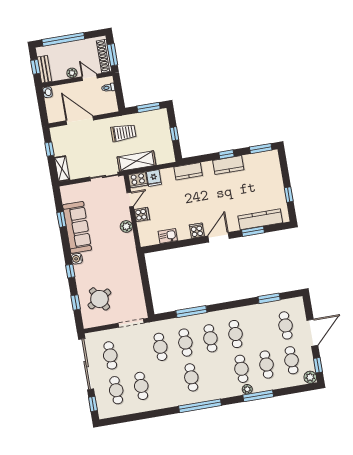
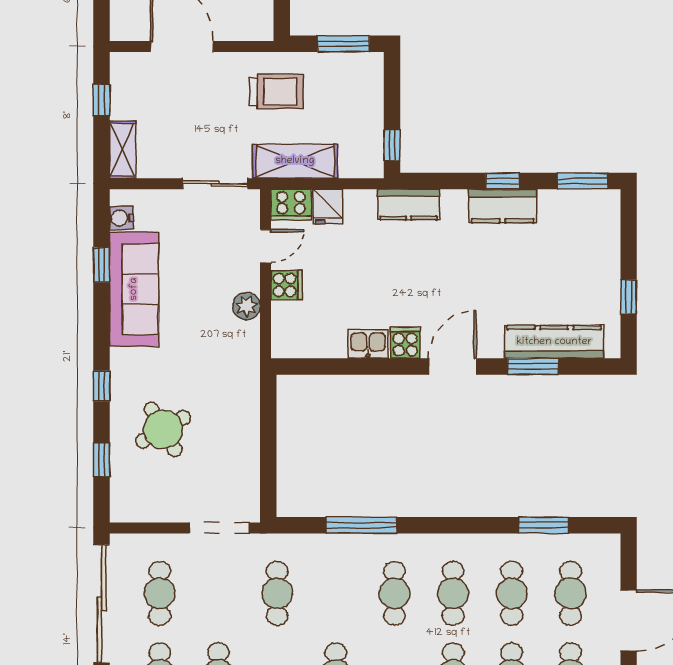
window: (174, 134) -> (392, 145), moved
kitchen sink: (168, 236) -> (368, 344), moved
water cooler: (77, 259) -> (121, 218), moved
round table: (99, 299) -> (163, 429), moved
cafe table: (185, 343) -> (512, 593), moved

